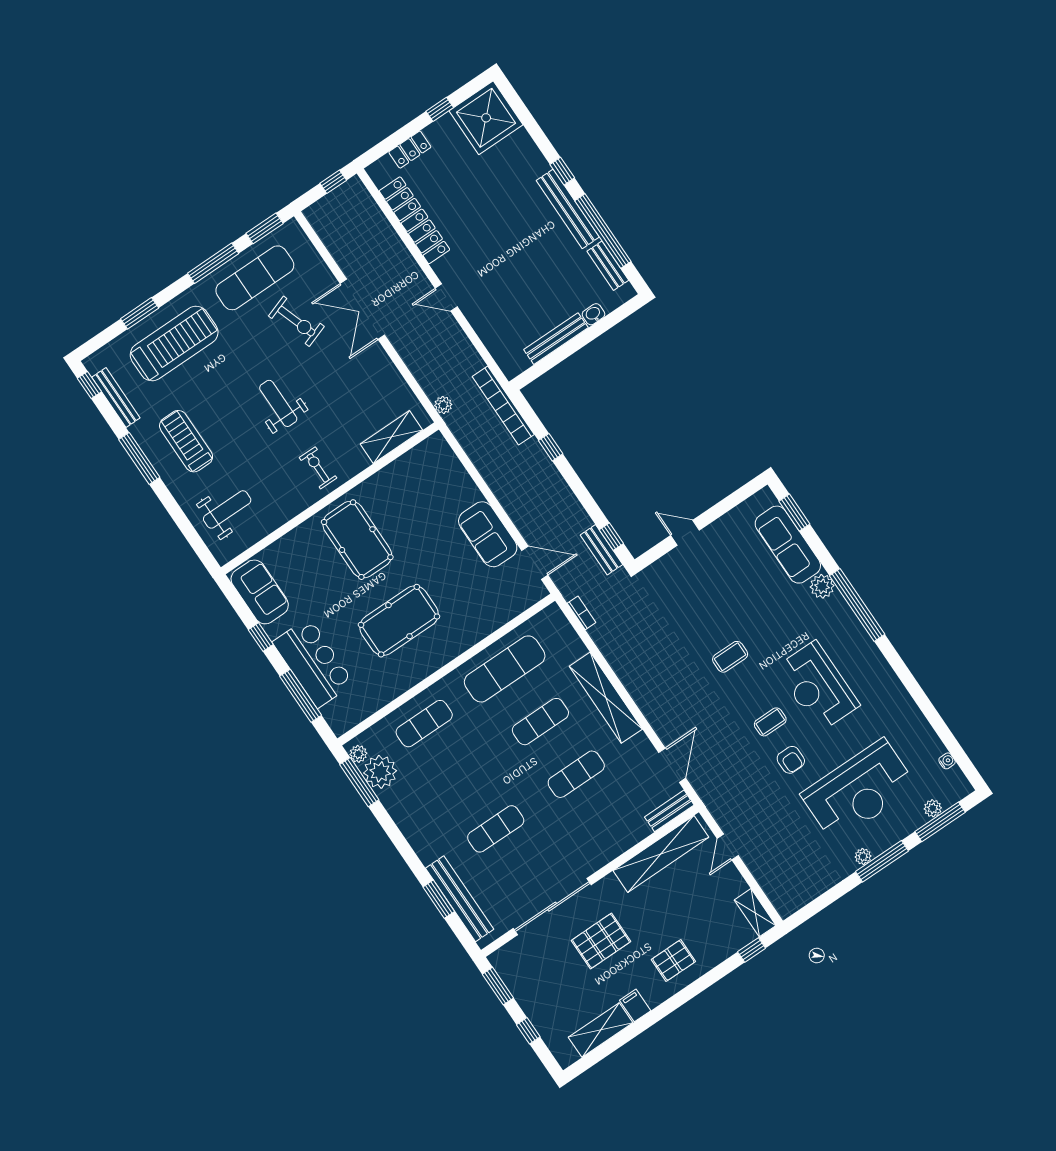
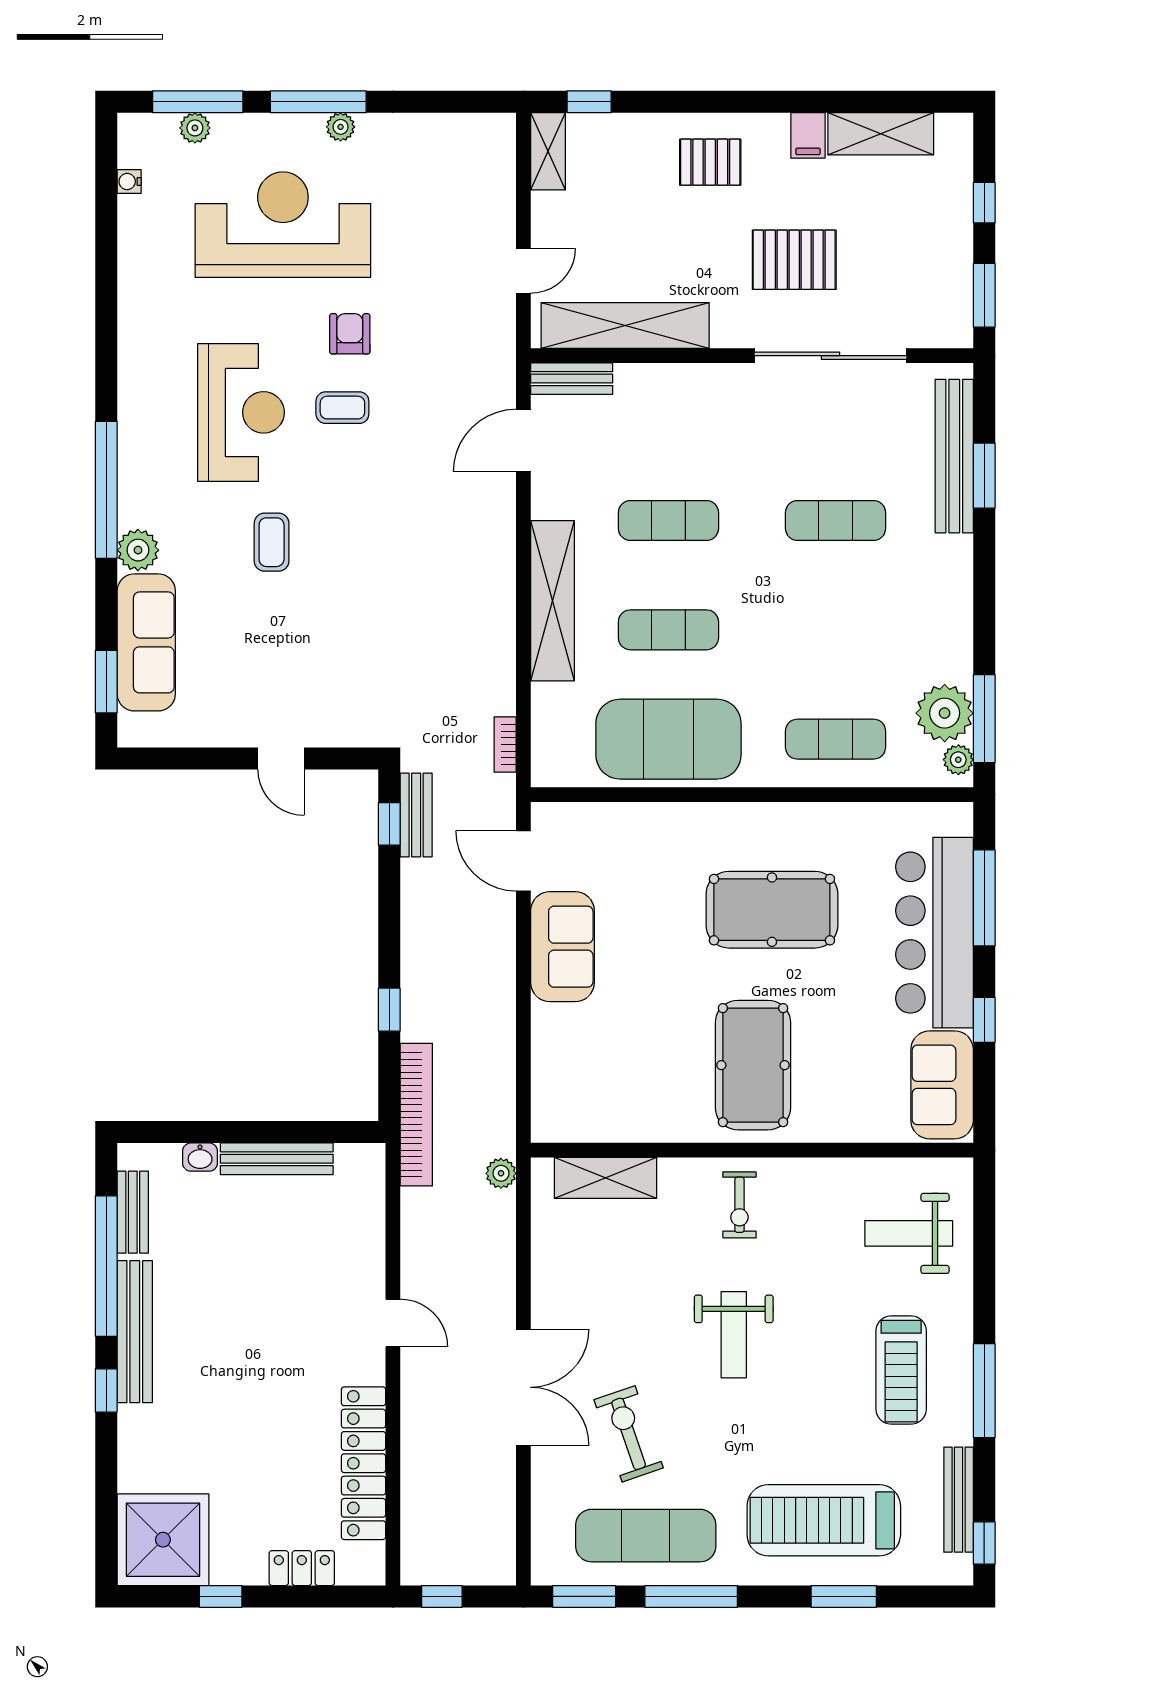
coffee table: (730, 657) -> (272, 542), moved, turned 90
bar counter: (313, 663) -> (934, 933), width x1.36
exercise mat: (505, 669) -> (668, 739), width x1.47

